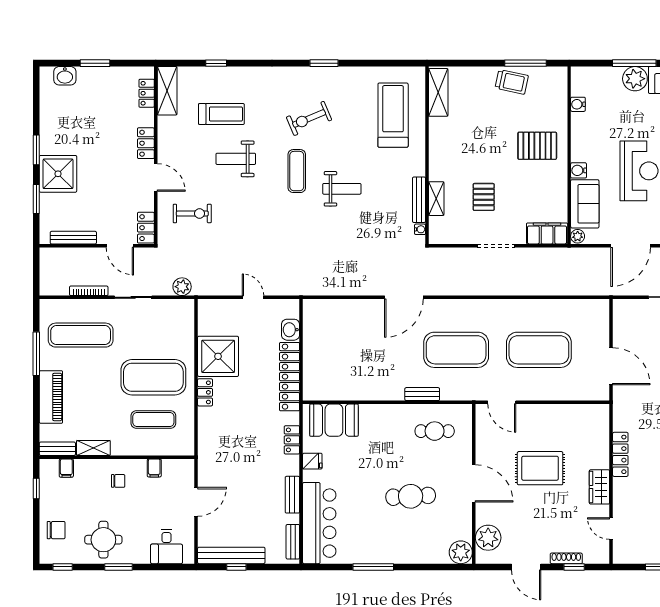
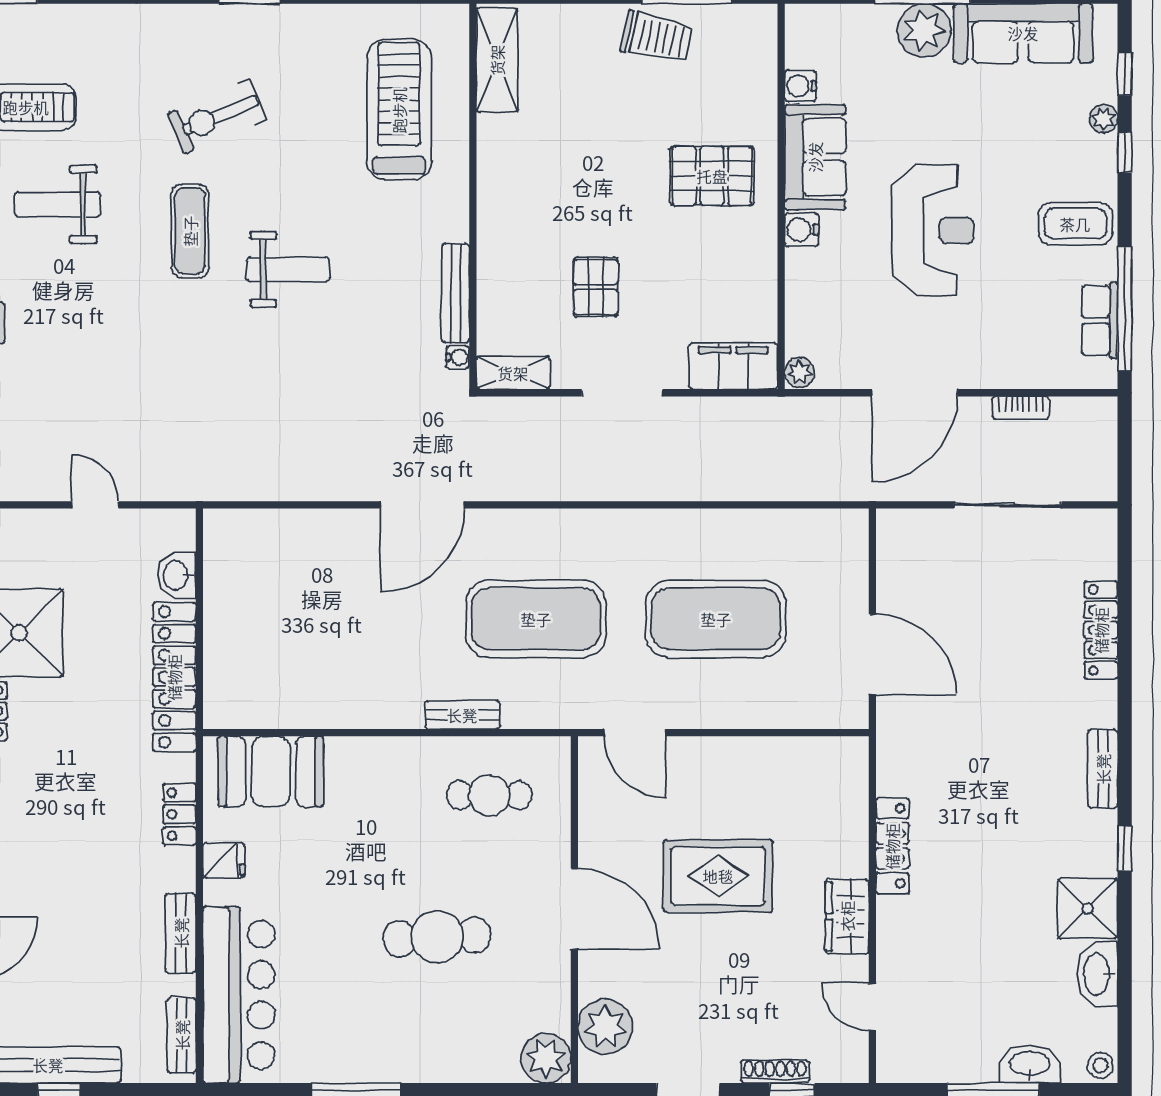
shelving: (436, 199) -> (513, 373), moved, turned 90
sofa: (585, 204) -> (815, 157), moved

